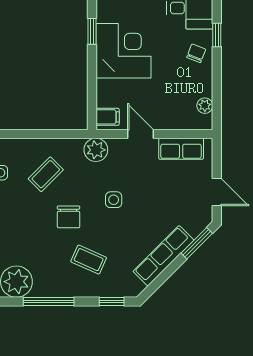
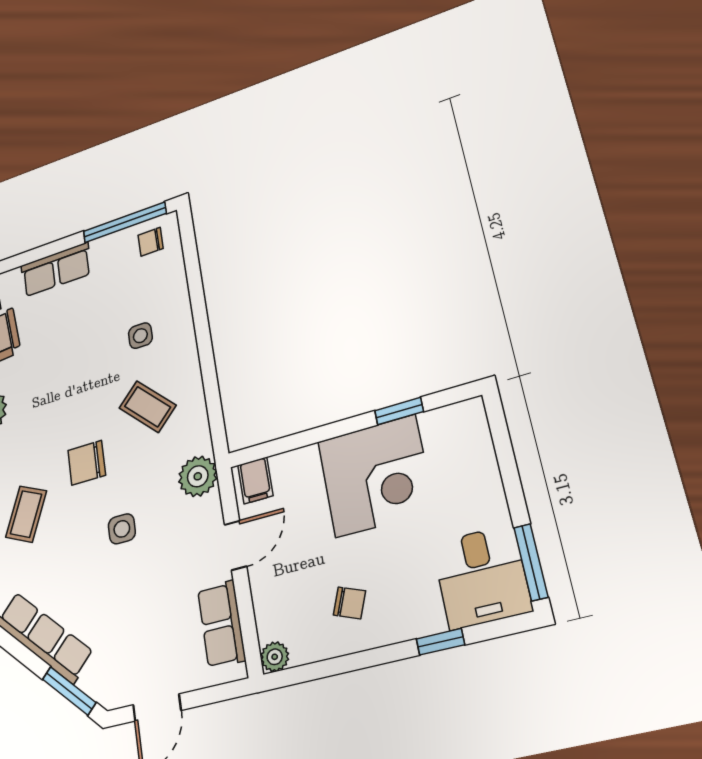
chair: (196, 53) -> (349, 603), moved
plant: (205, 106) -> (275, 657), moved

